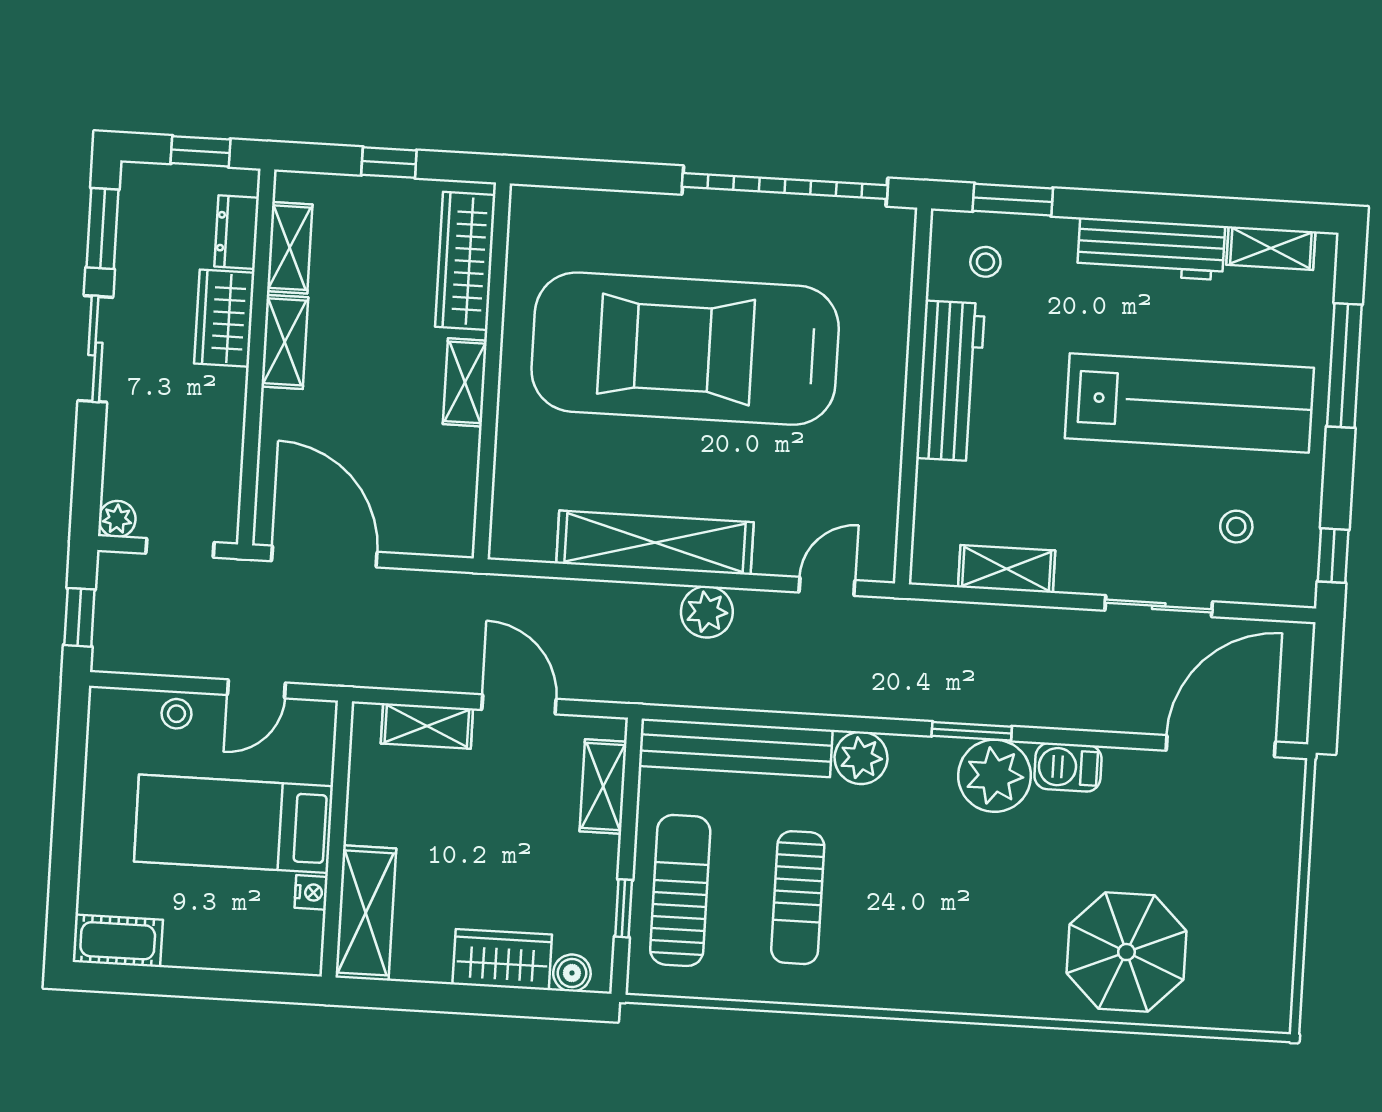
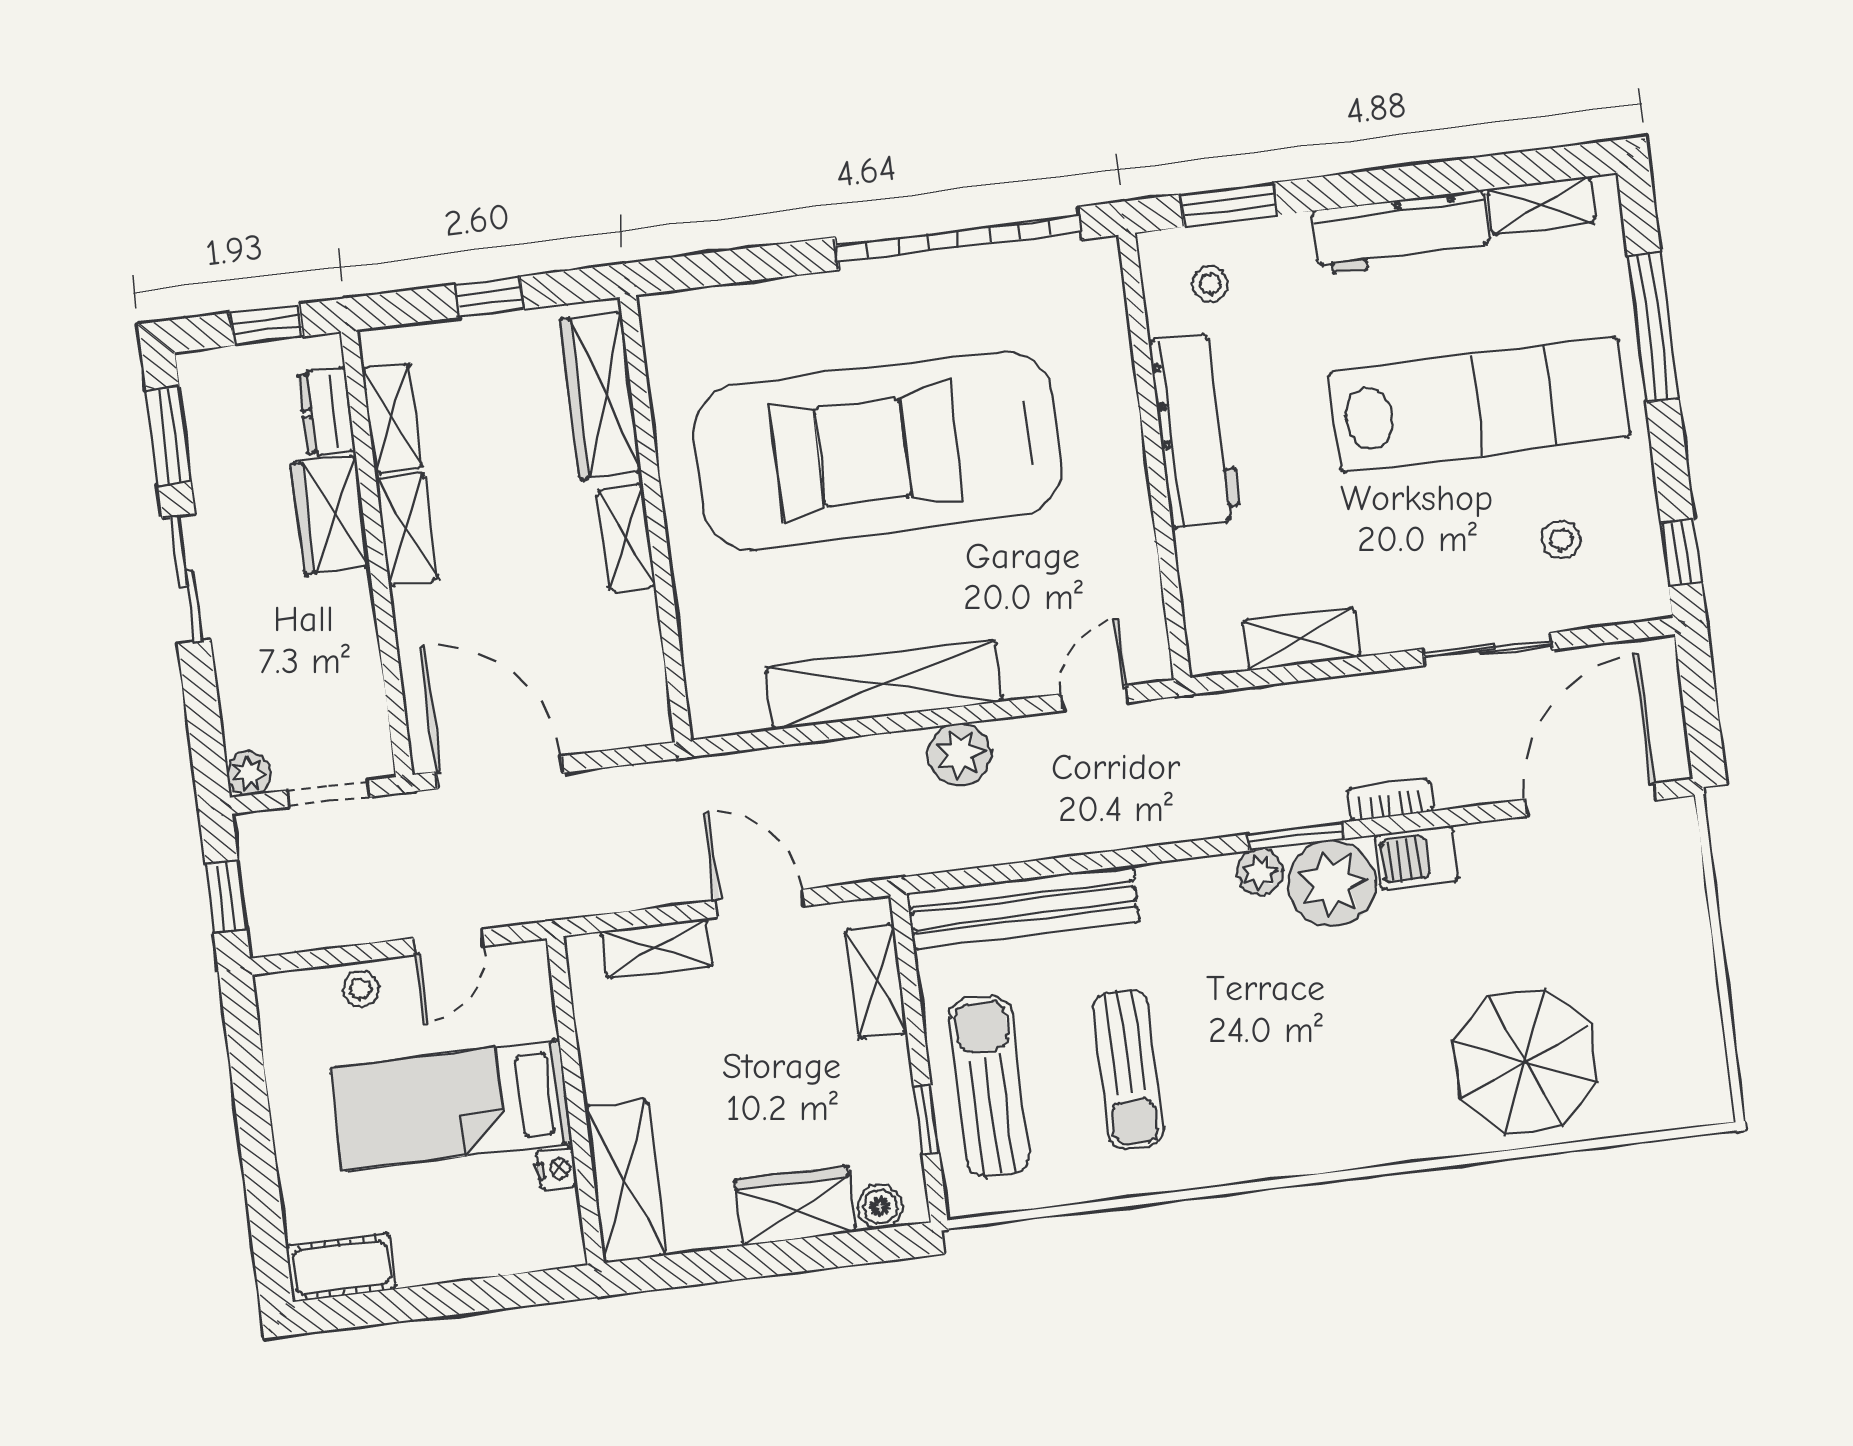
bookcase: (1055, 715) -> (1390, 800), added
plant: (861, 758) -> (1260, 872), moved, width x0.73, depth x0.73

